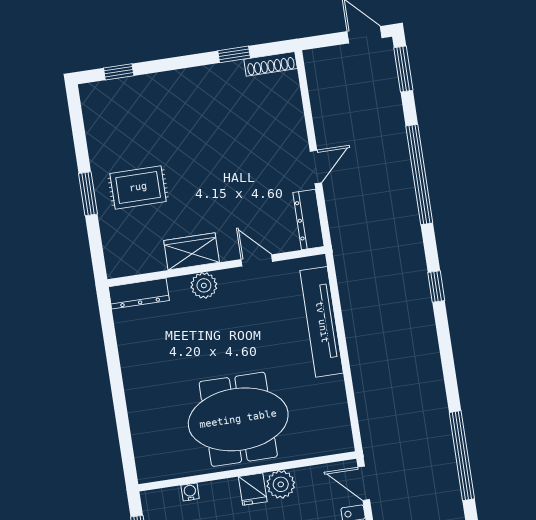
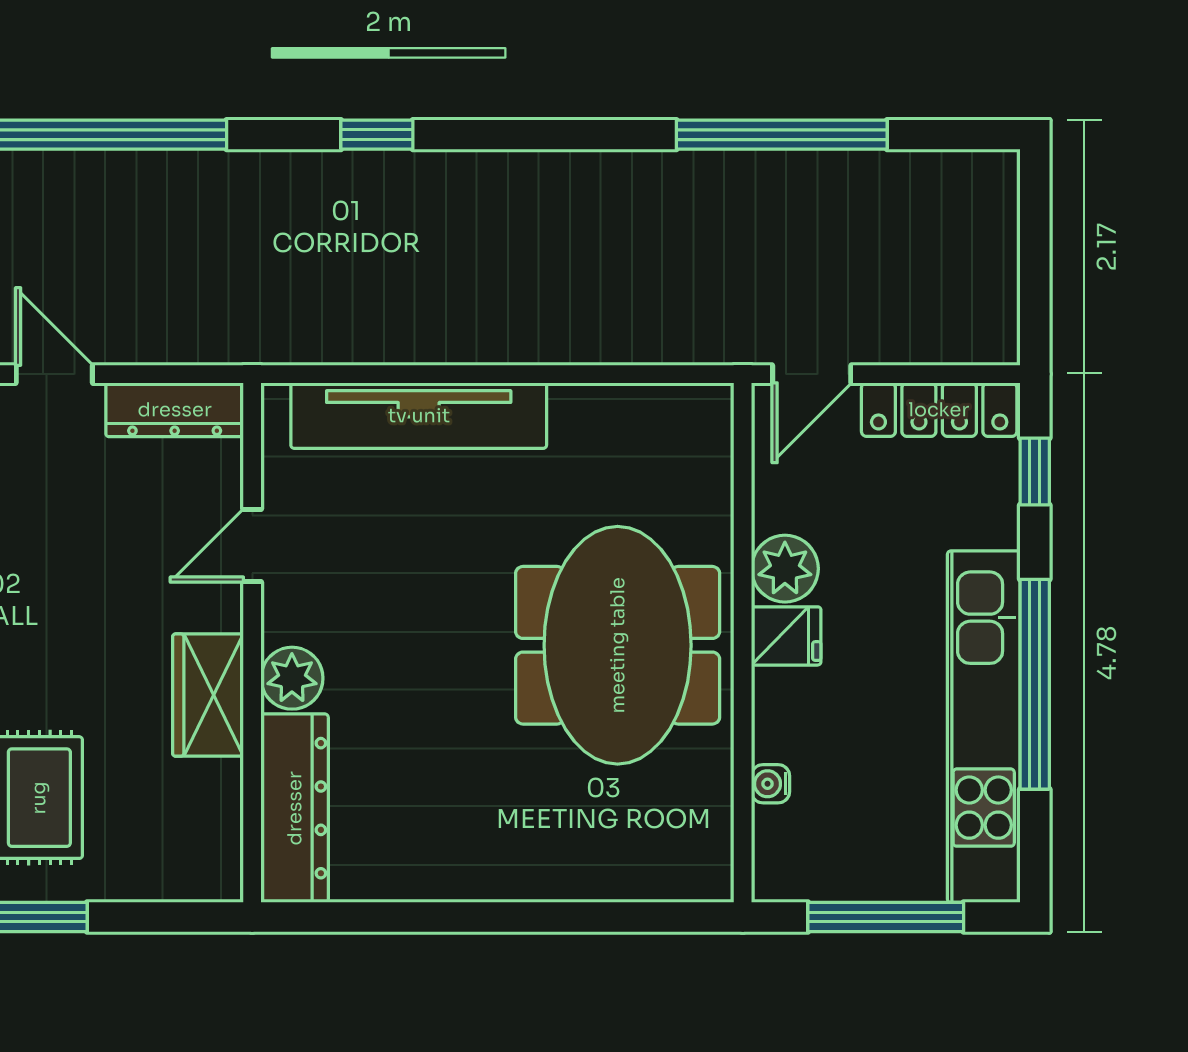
dresser: (139, 294) -> (295, 808), width x1.37, depth x1.24

